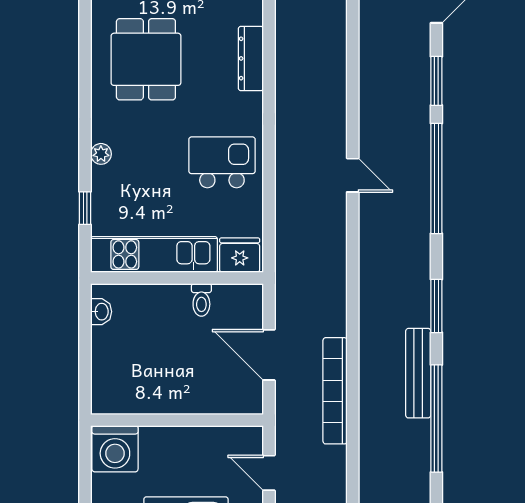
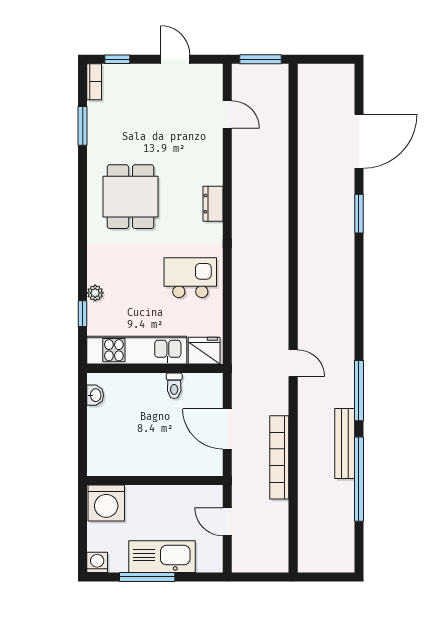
dresser: (251, 58) -> (213, 204), width x0.70
plant: (101, 154) -> (95, 293), moved
door: (353, 175) -> (293, 363), moved
window: (436, 178) -> (359, 290), removed
window: (436, 306) -> (359, 391), width x1.44

